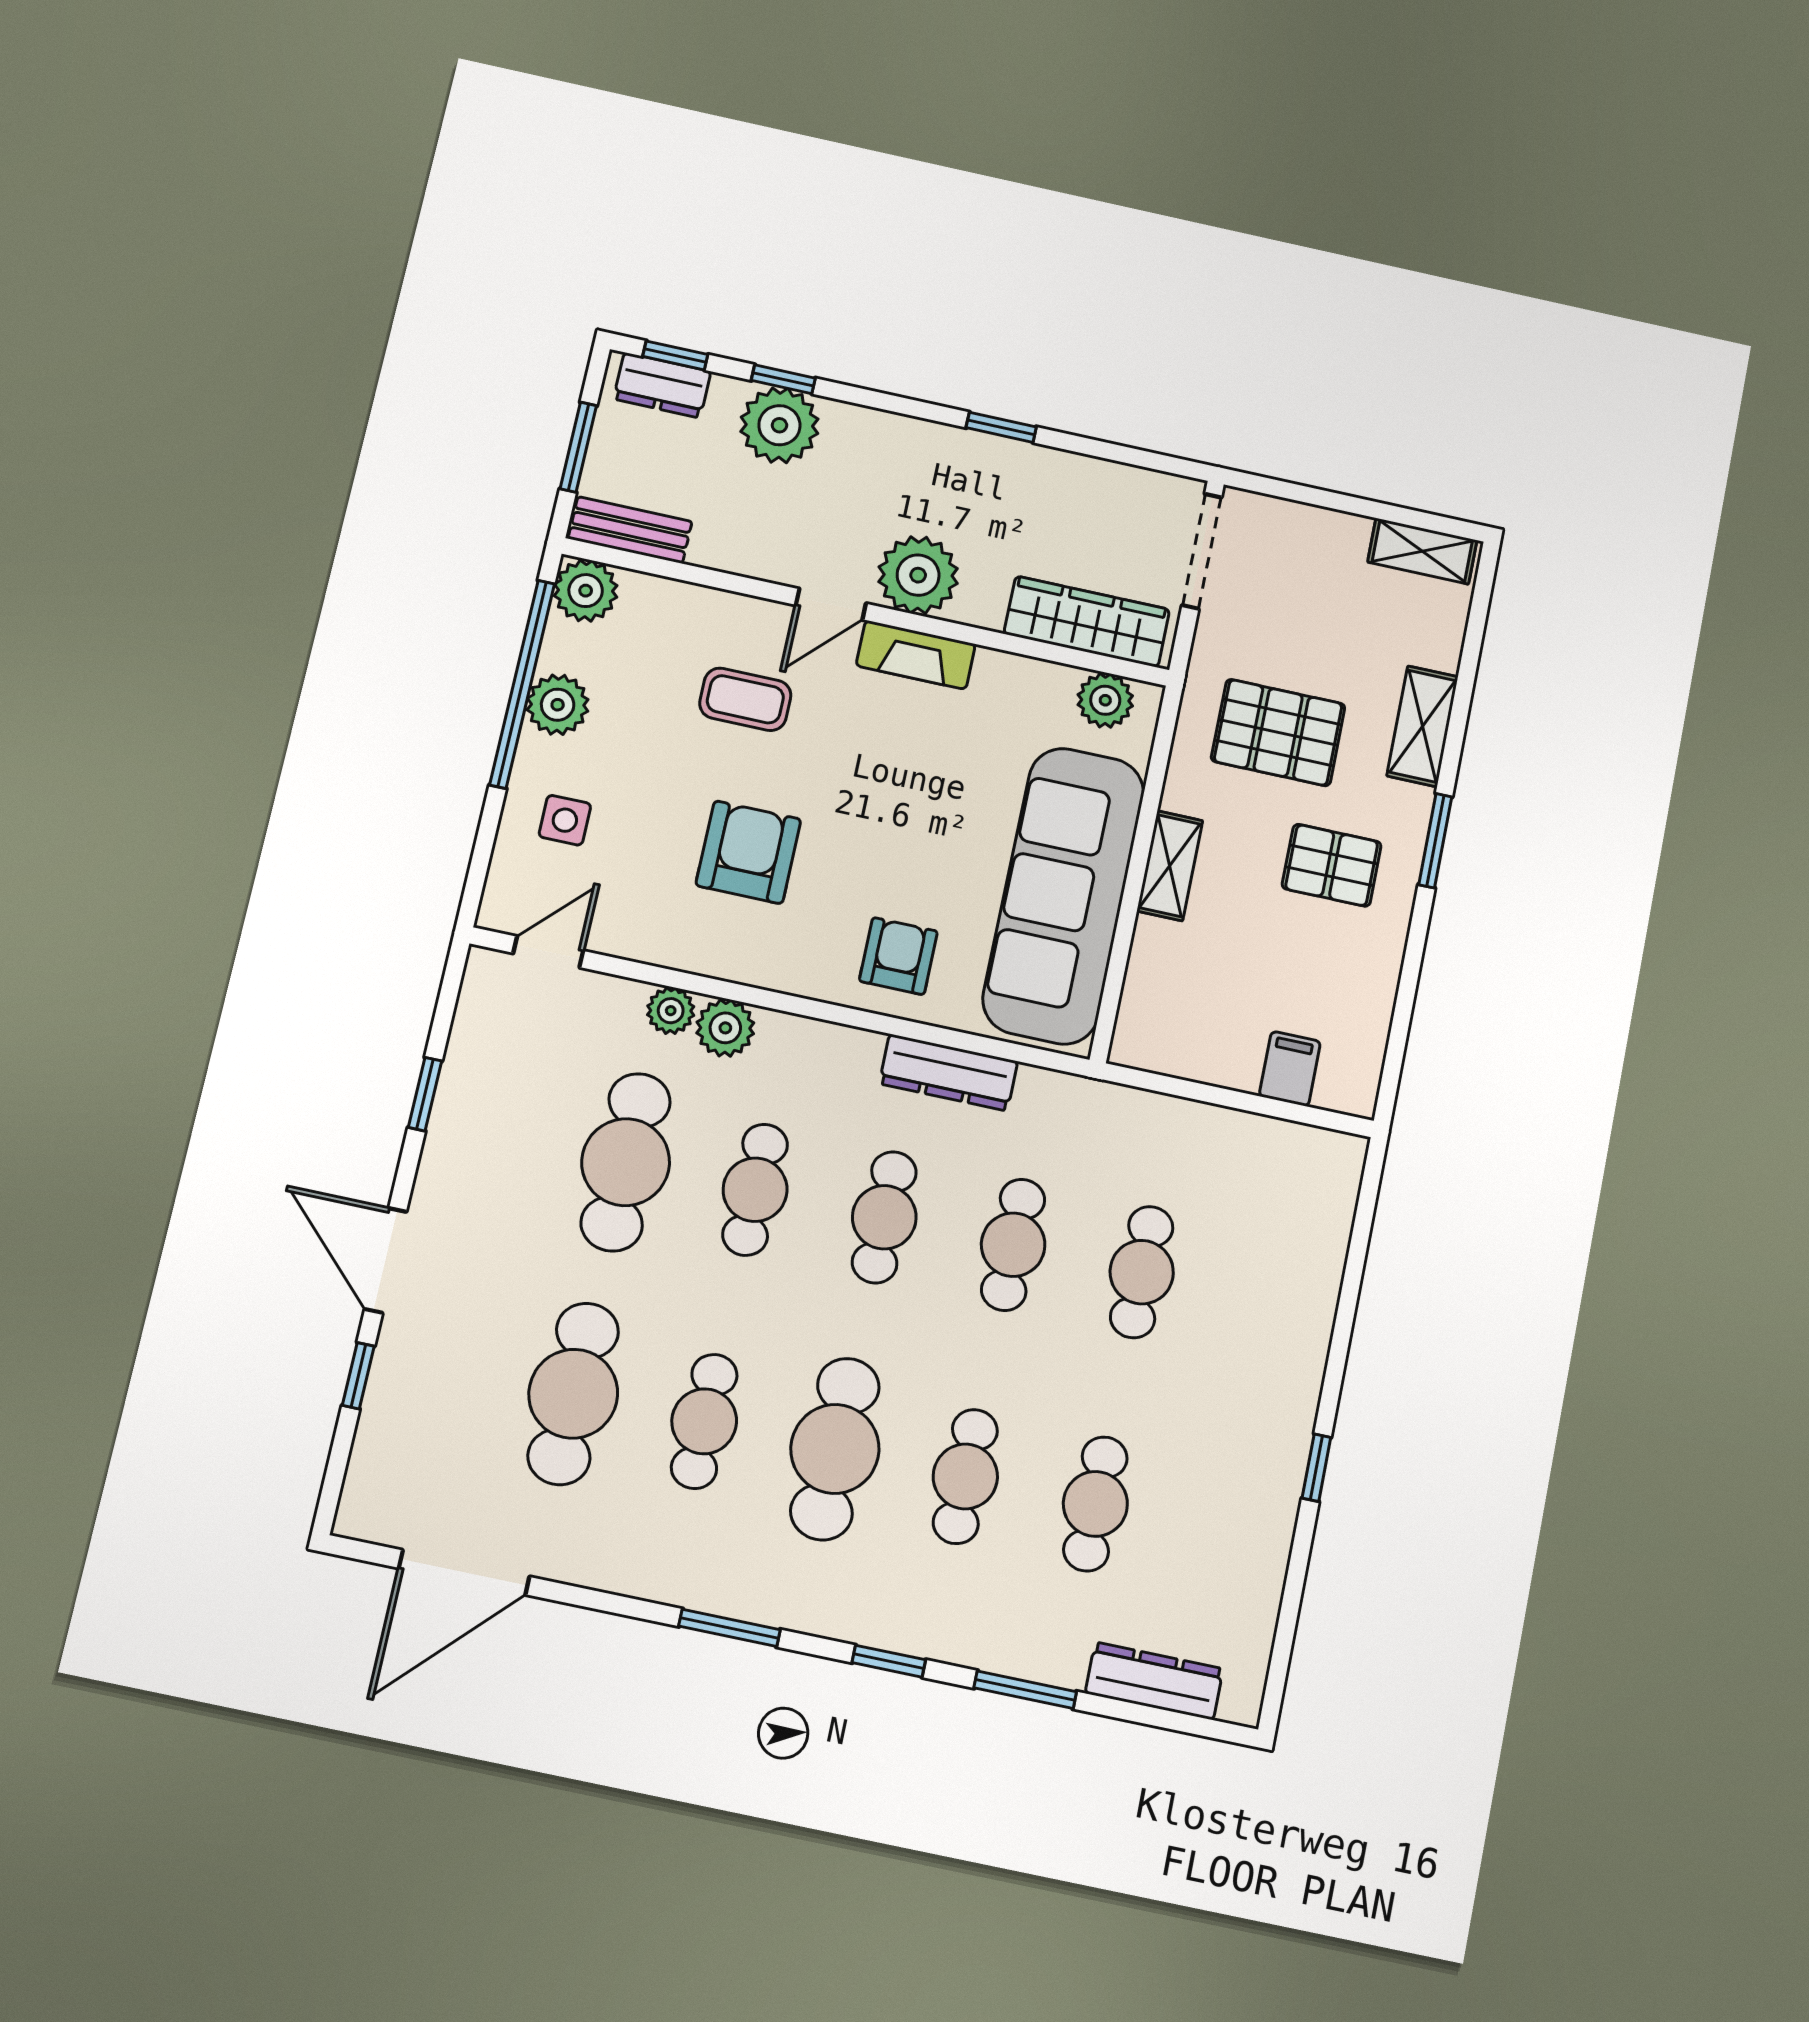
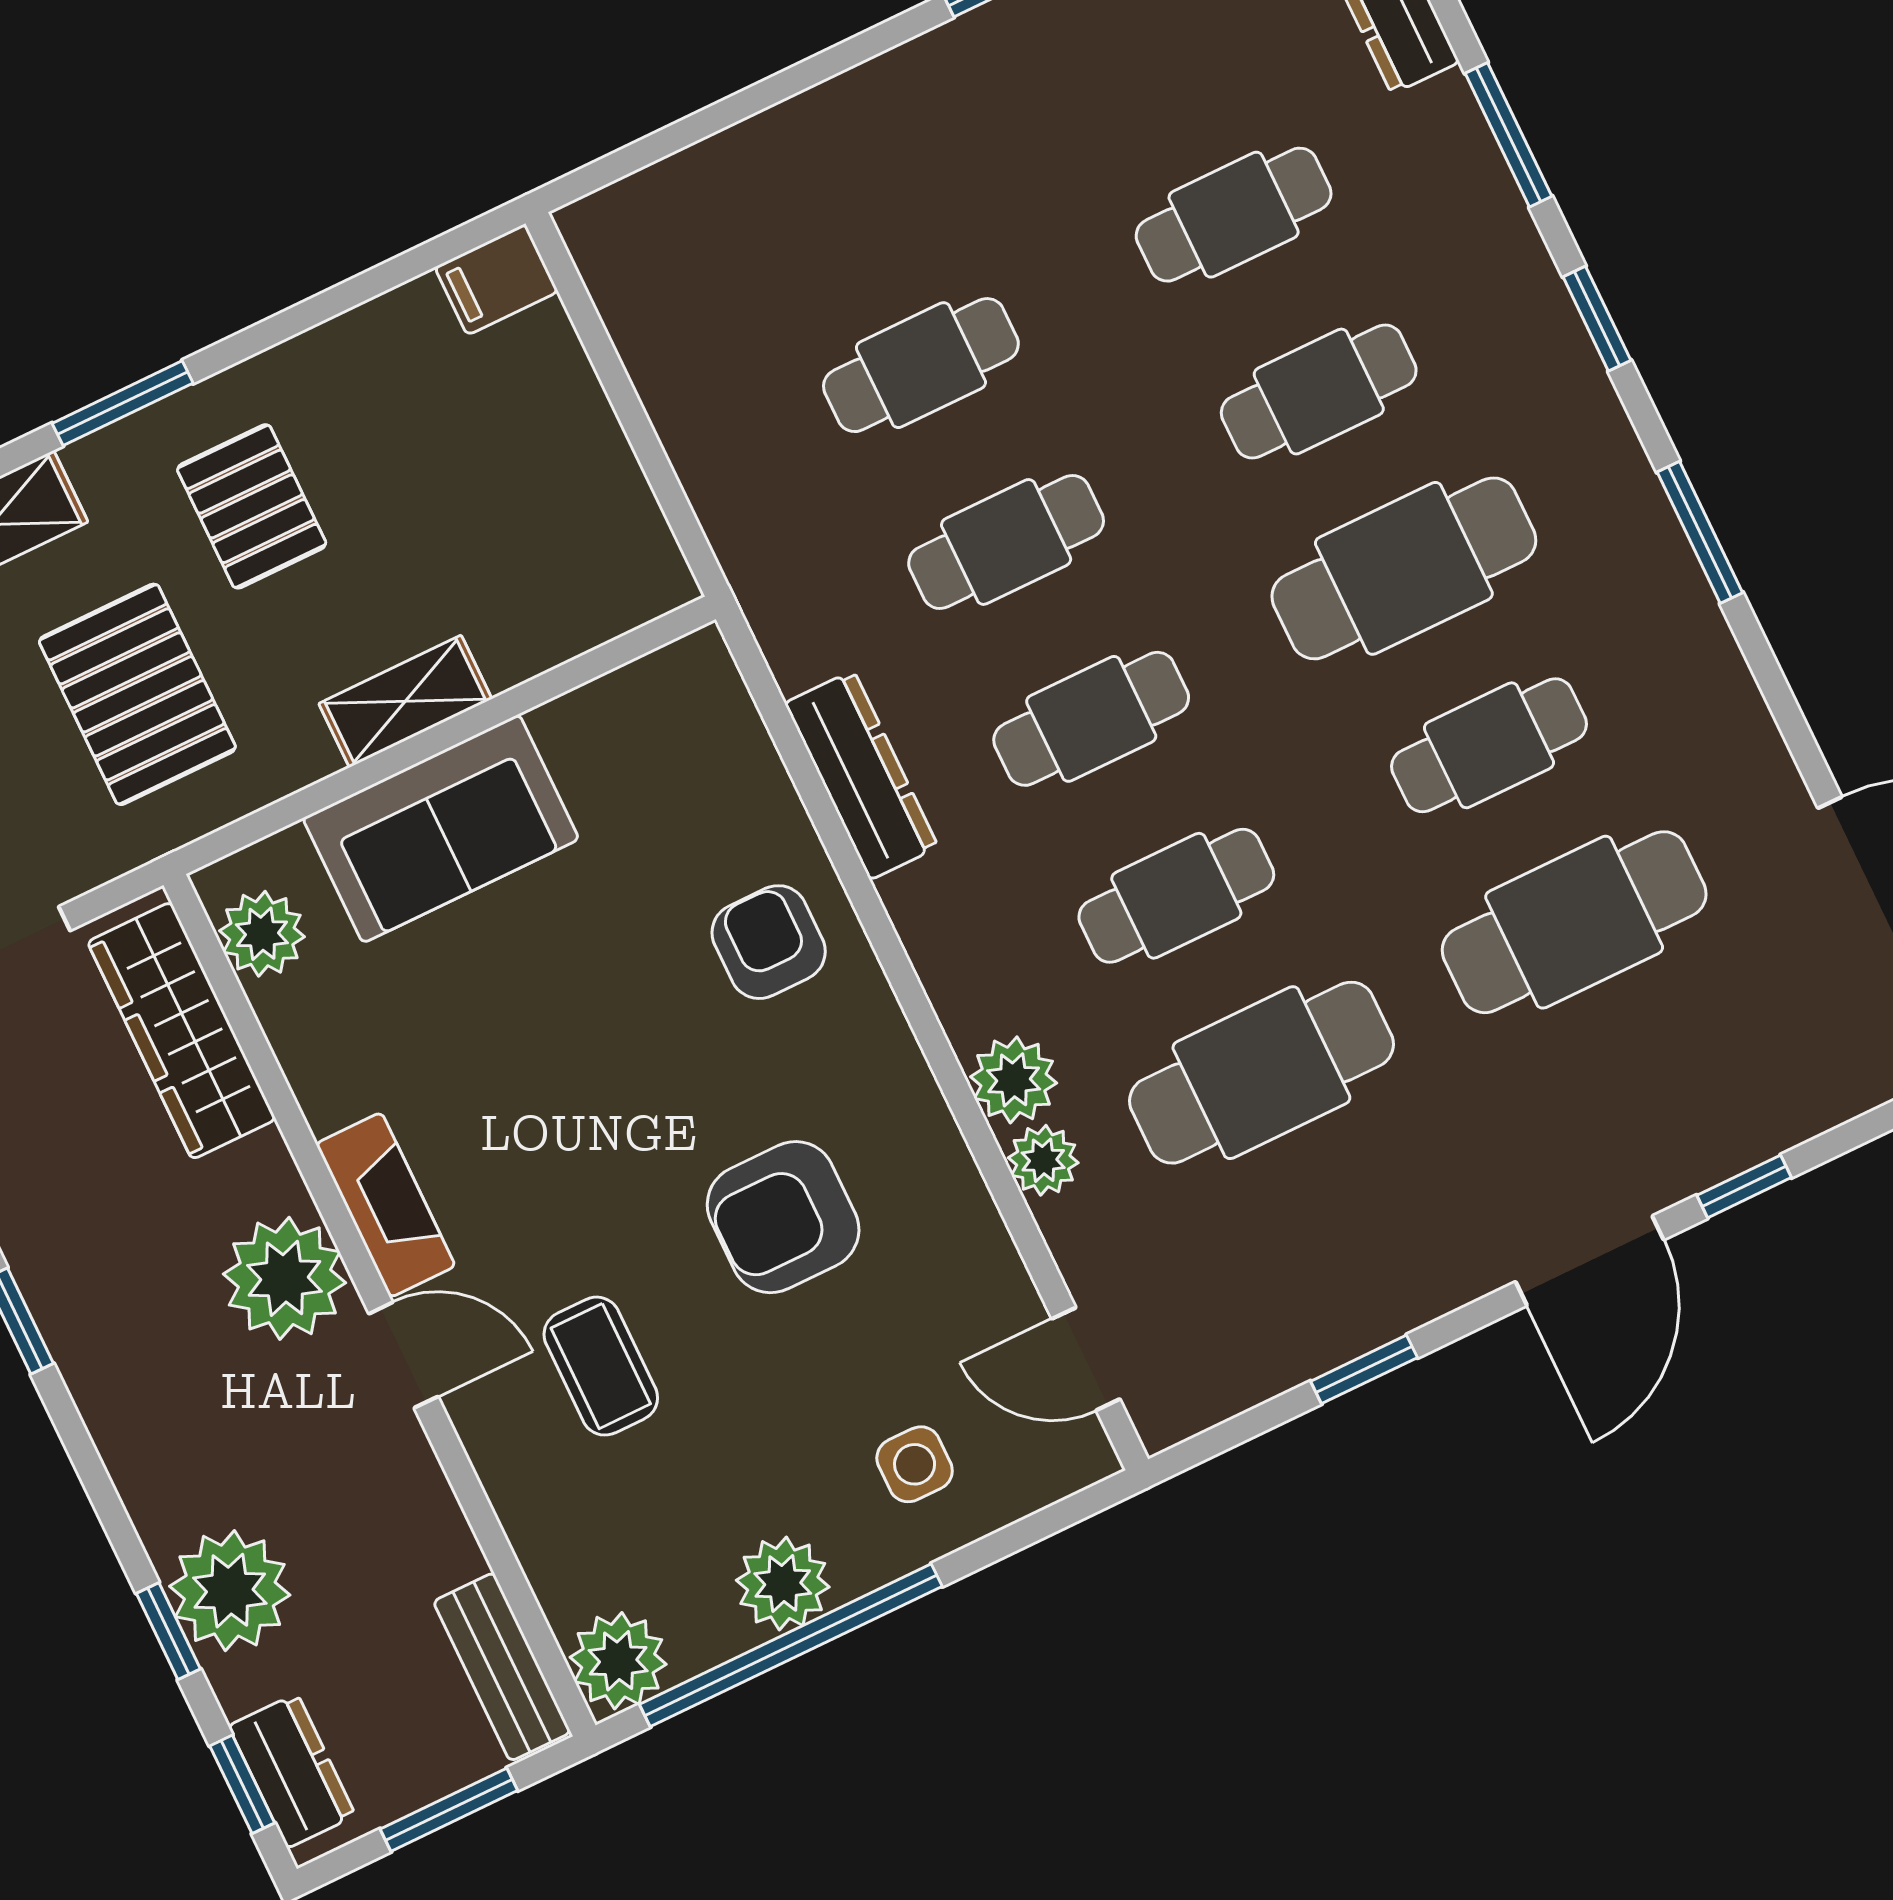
sofa: (1064, 895) -> (441, 829), width x0.54, depth x0.79
armchair: (898, 956) -> (769, 942), turned 90
filing cabinet: (1290, 1069) -> (496, 279), moved

